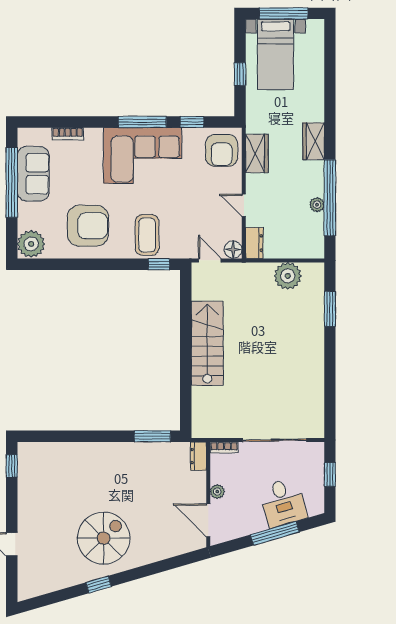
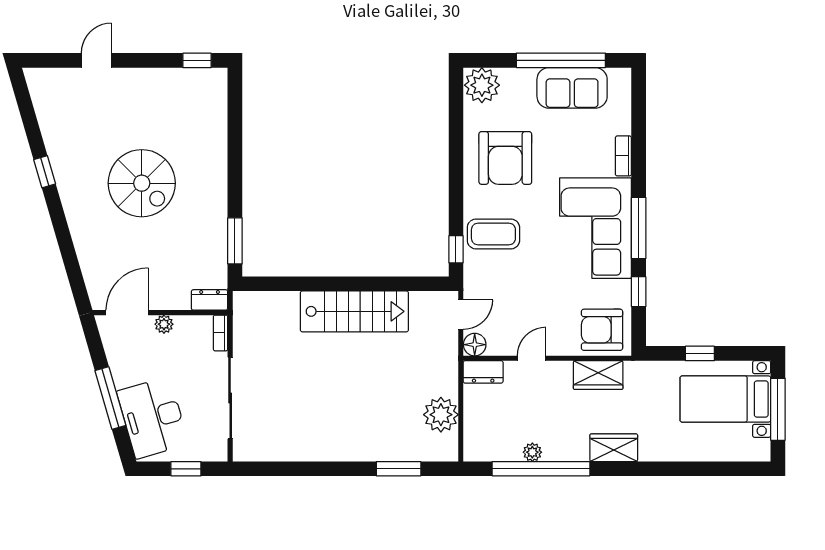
bookcase: (68, 134) -> (623, 156), moved
desk: (283, 502) -> (153, 418), width x1.37
spiral stairs: (104, 538) -> (142, 183), moved

